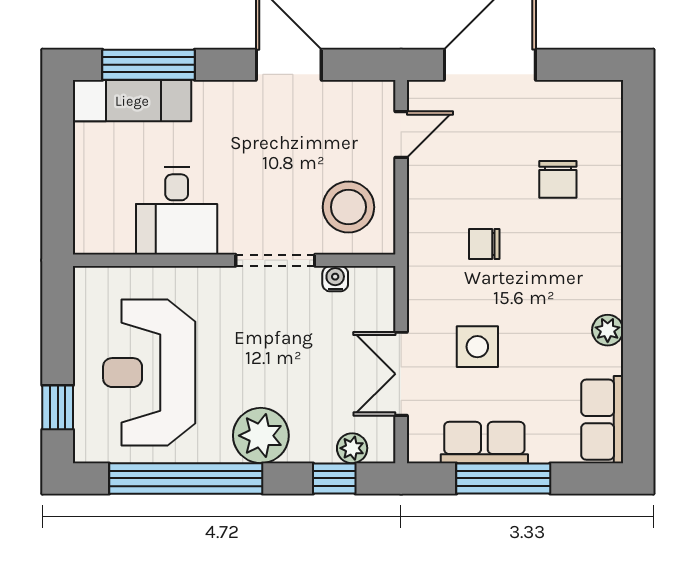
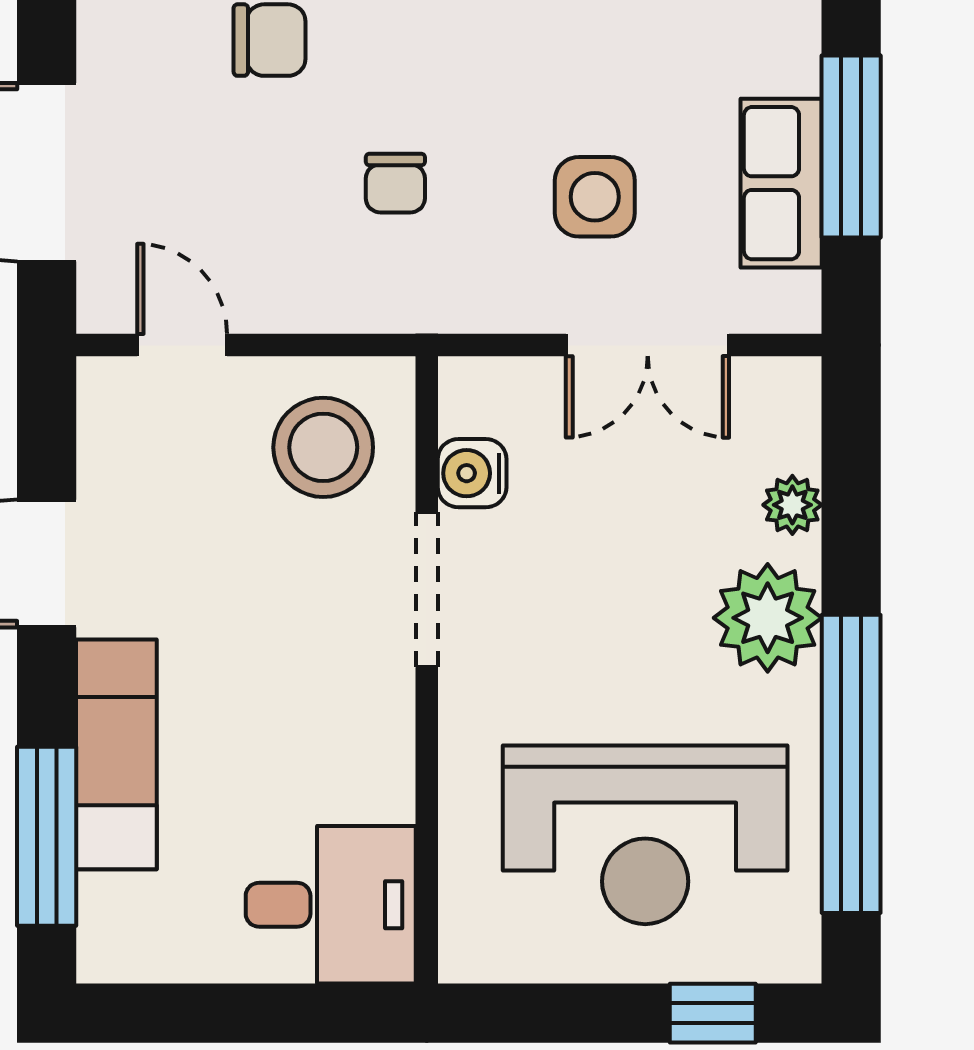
exam couch: (132, 101) -> (116, 754), moved
desk: (177, 211) -> (331, 905), moved
water cooler: (335, 279) -> (472, 473), width x1.38, depth x1.38
plant: (352, 448) -> (792, 505), moved
window: (334, 478) -> (851, 475), removed

